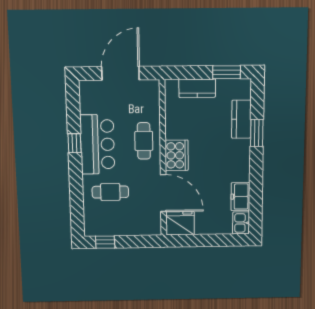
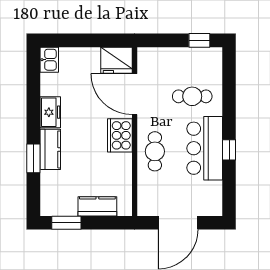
kitchen counter: (241, 119) -> (50, 149), moved
freezer: (240, 197) -> (50, 112), moved

